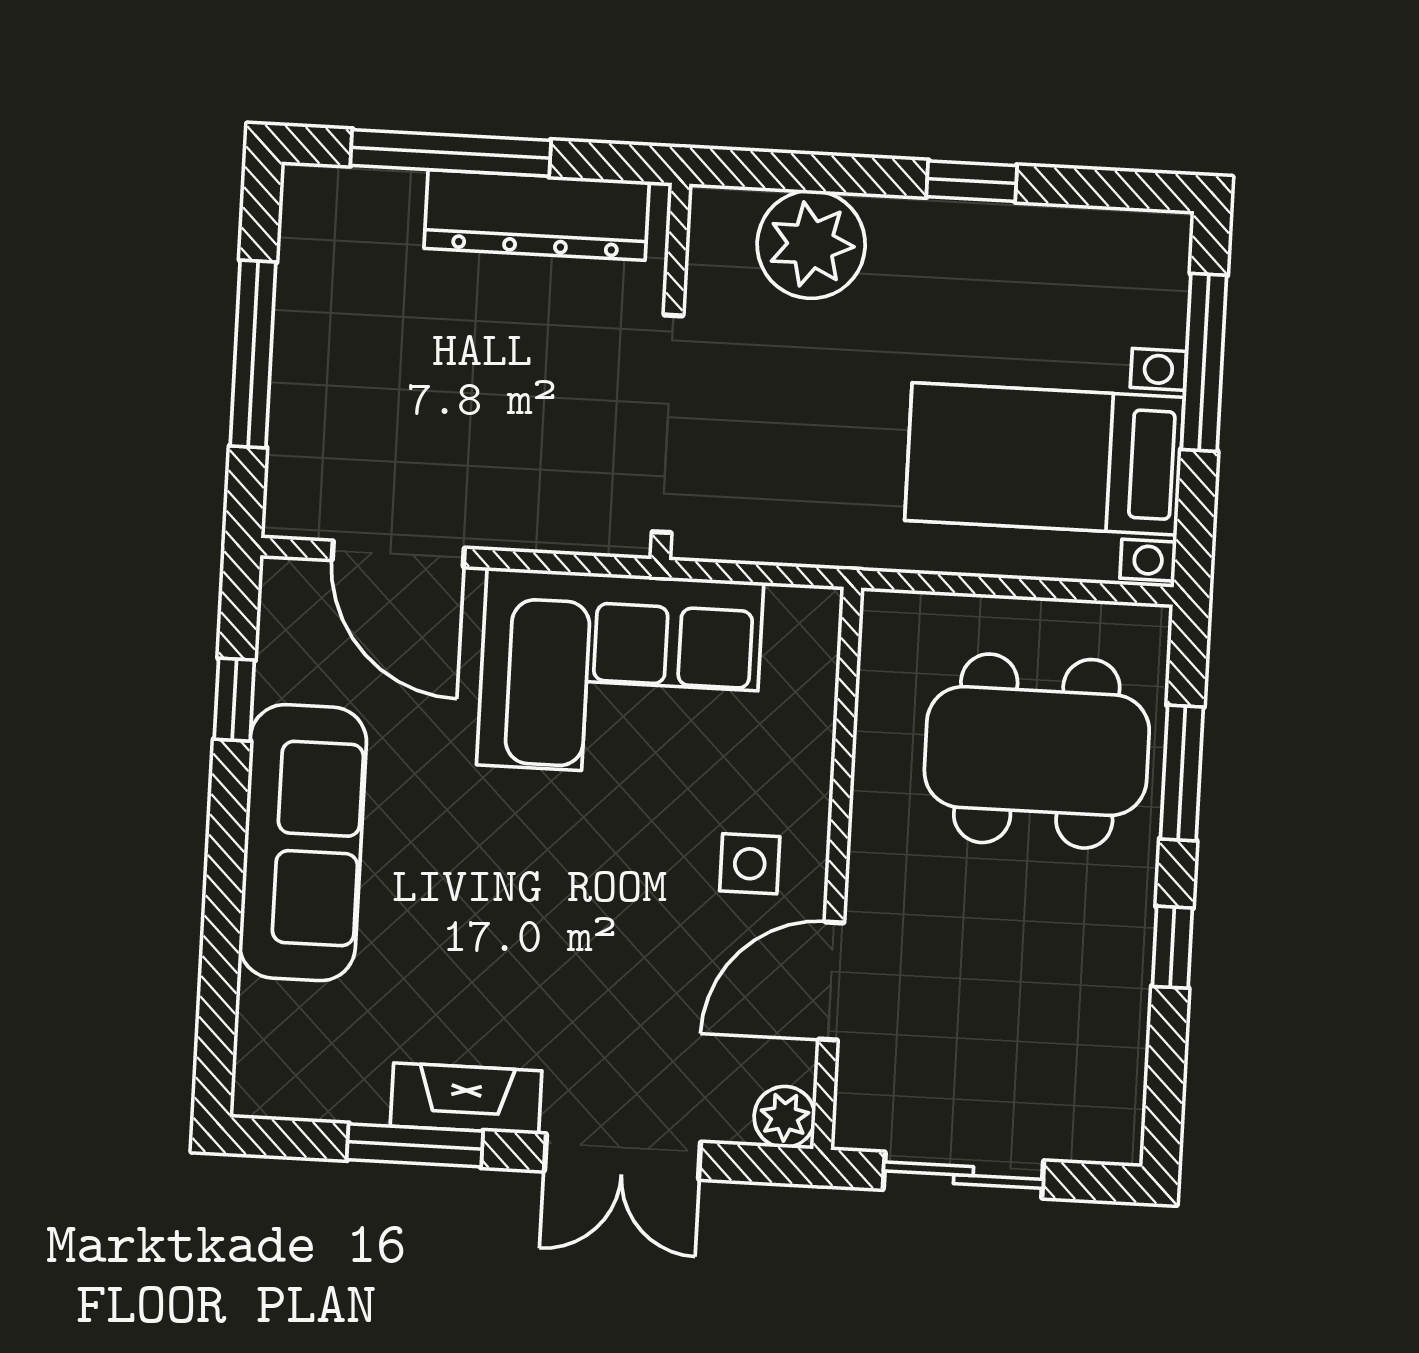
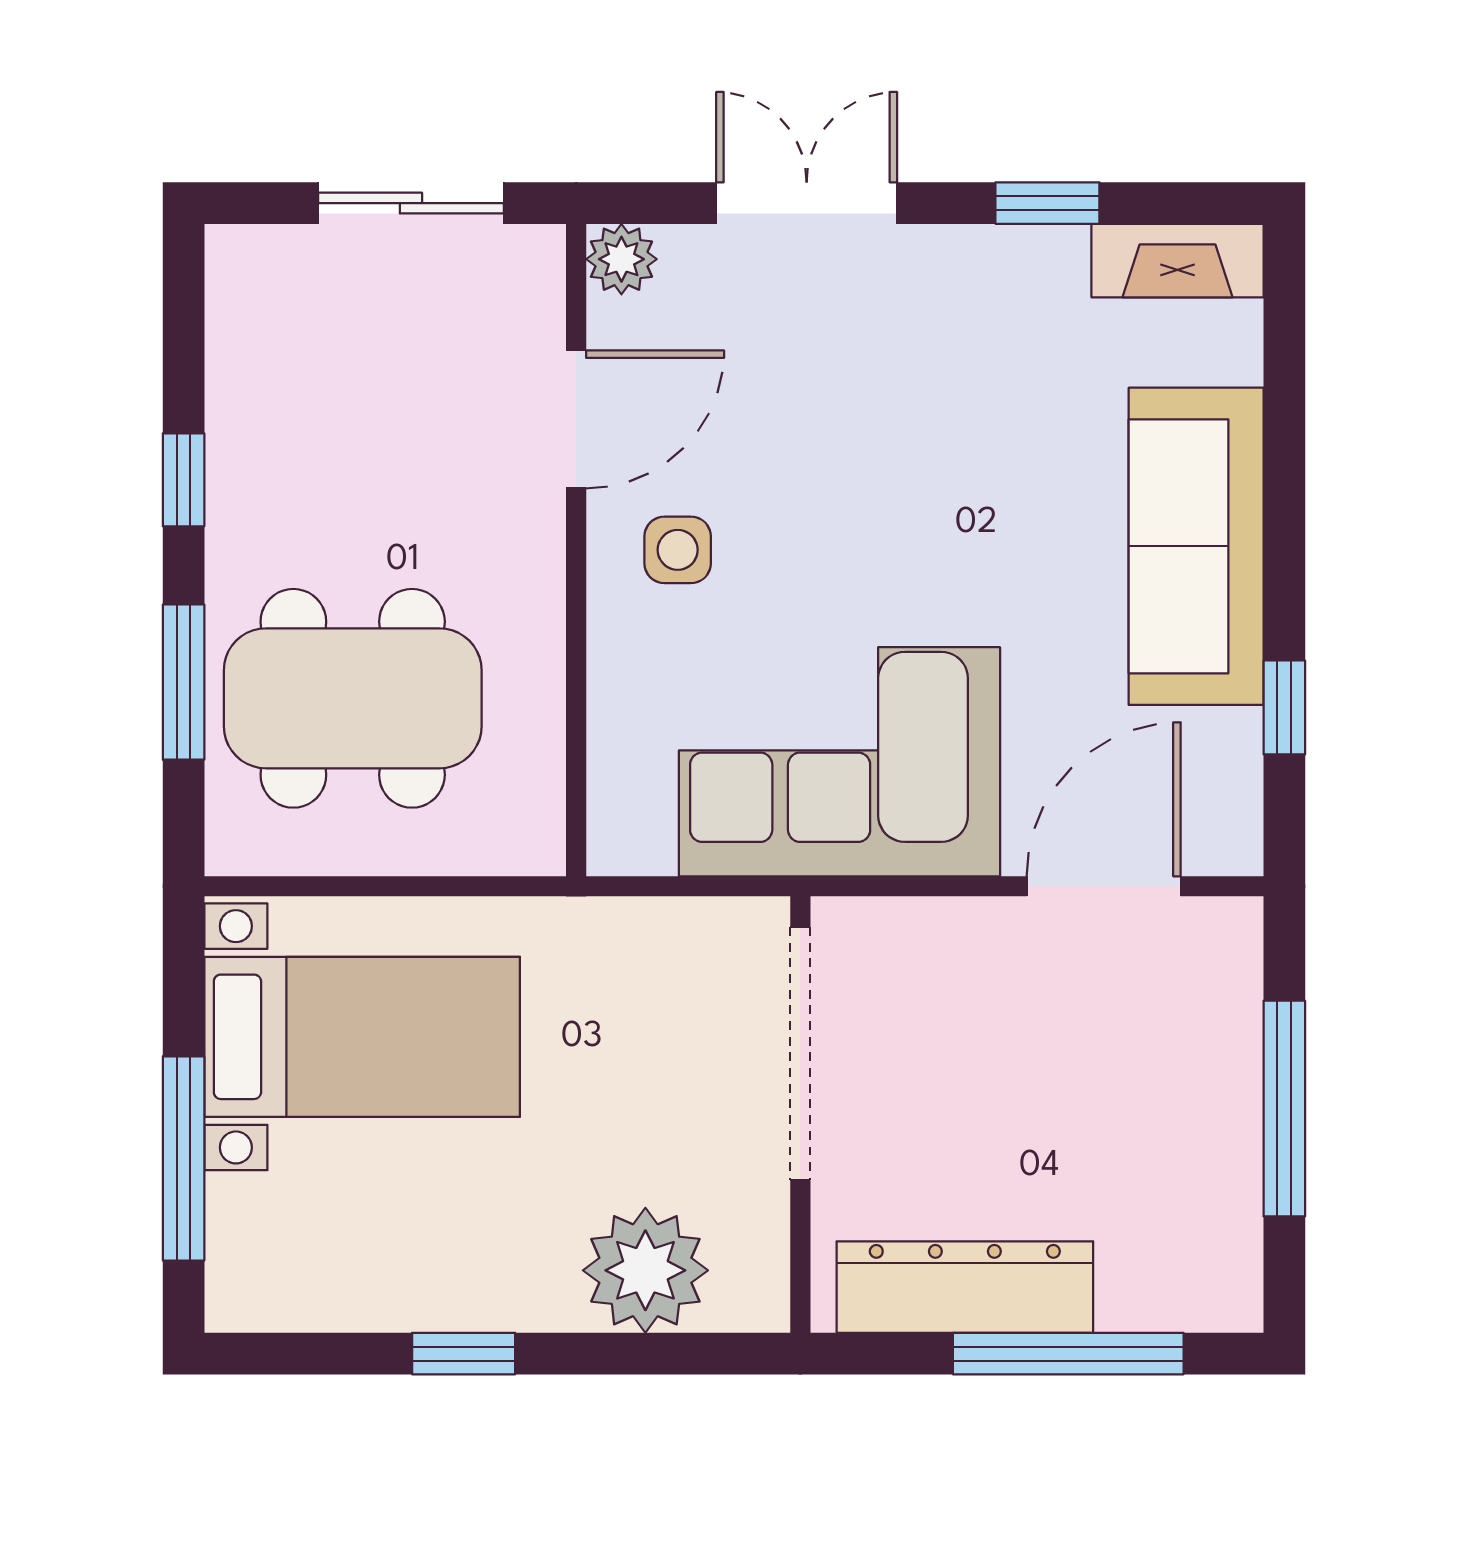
door: (398, 554) -> (1104, 886), hinge flipped
fireplace: (466, 1098) -> (1177, 261), moved
window: (415, 1145) -> (1047, 203), width x0.67

